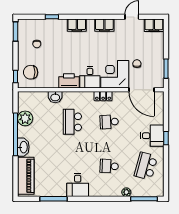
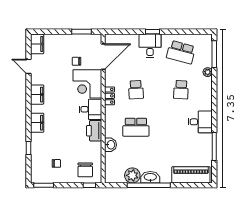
washbasin: (23, 147) -> (150, 177), moved

